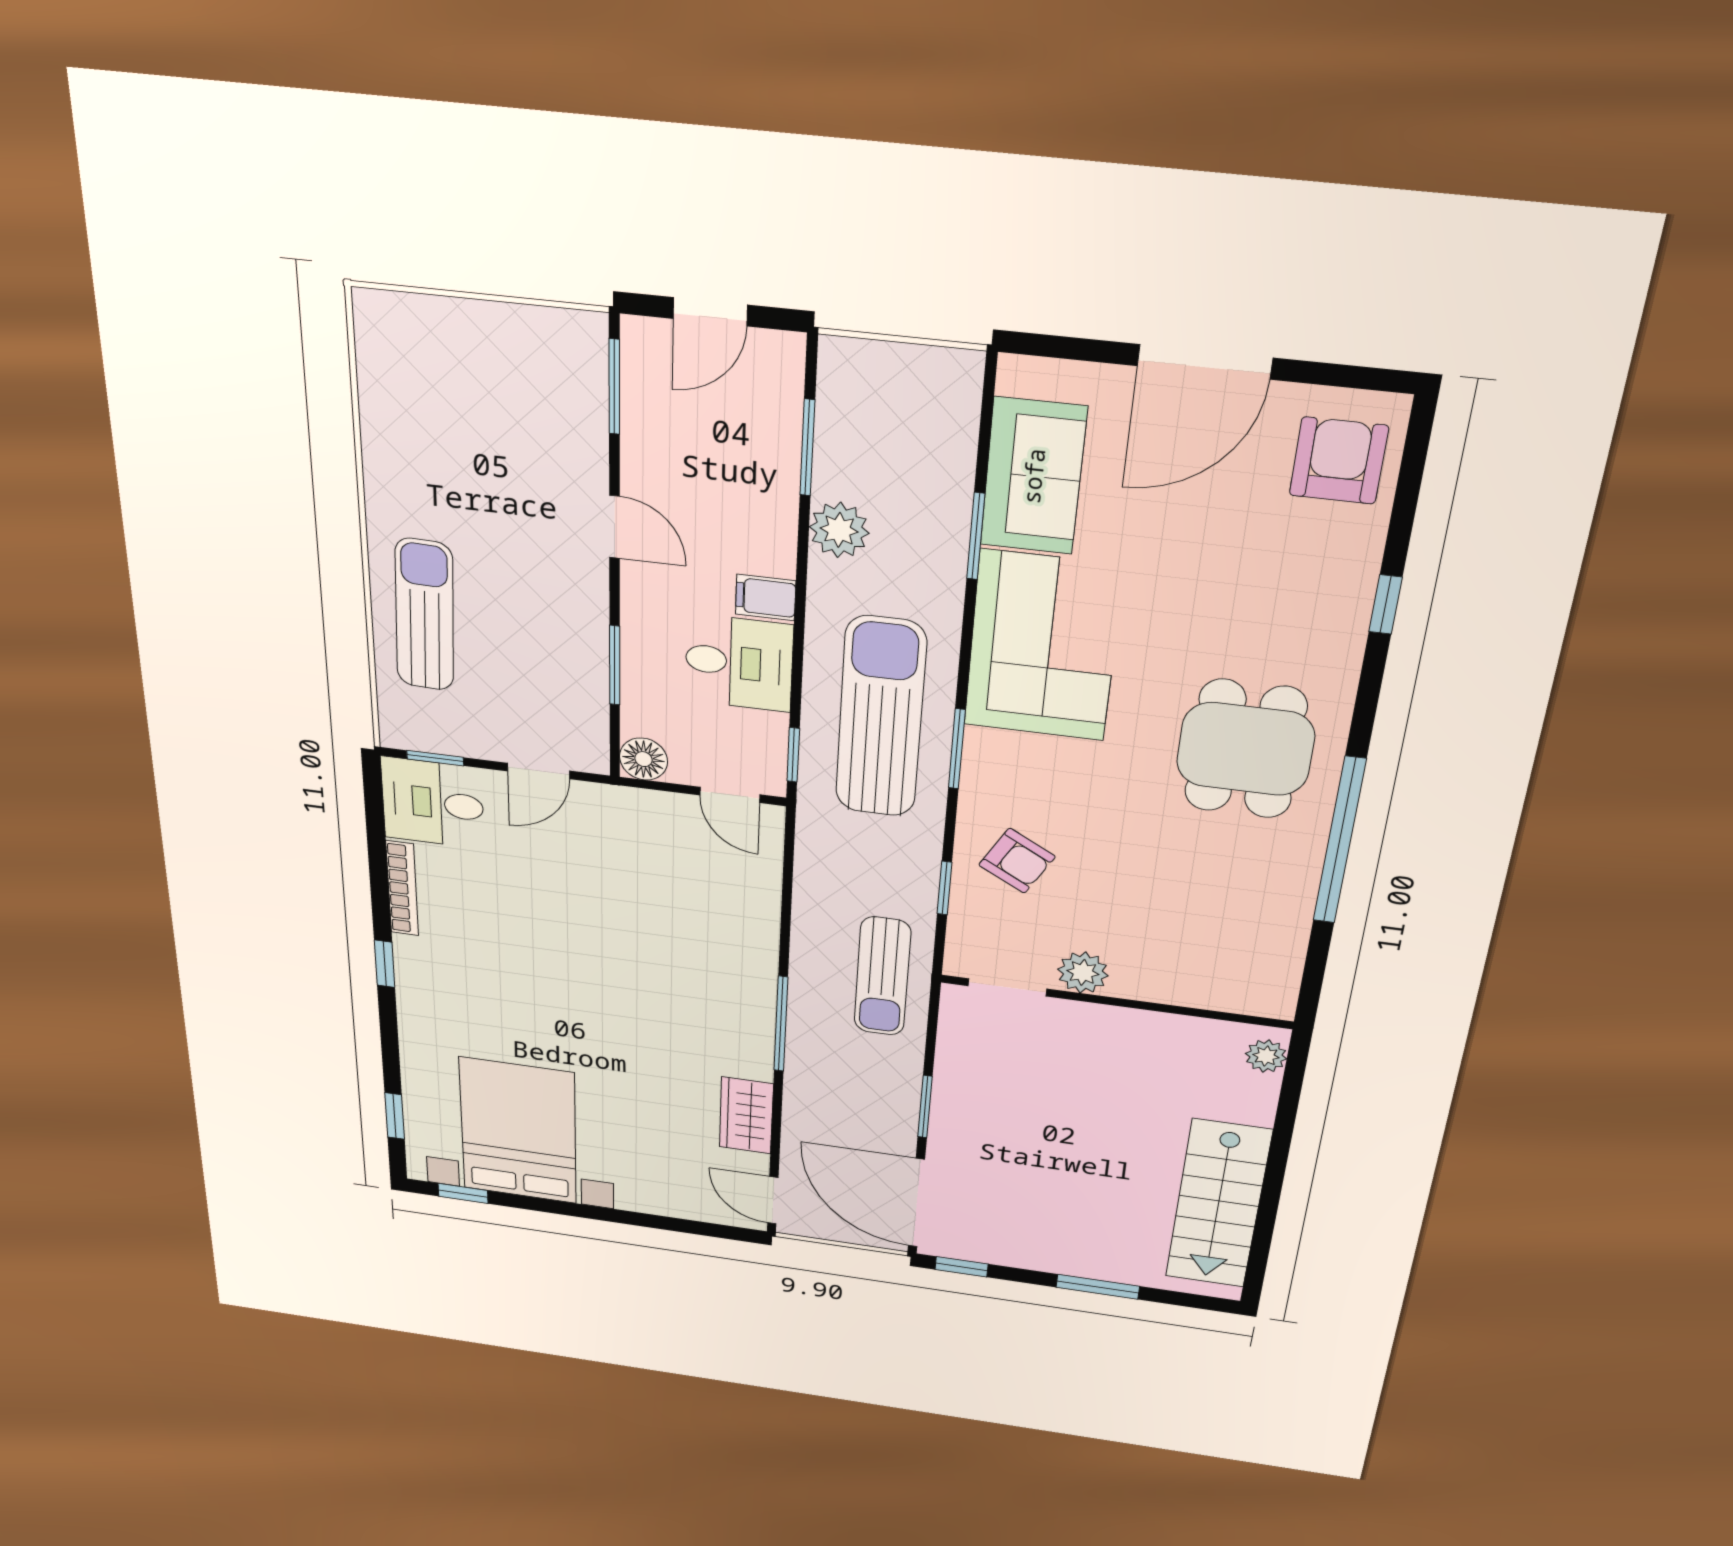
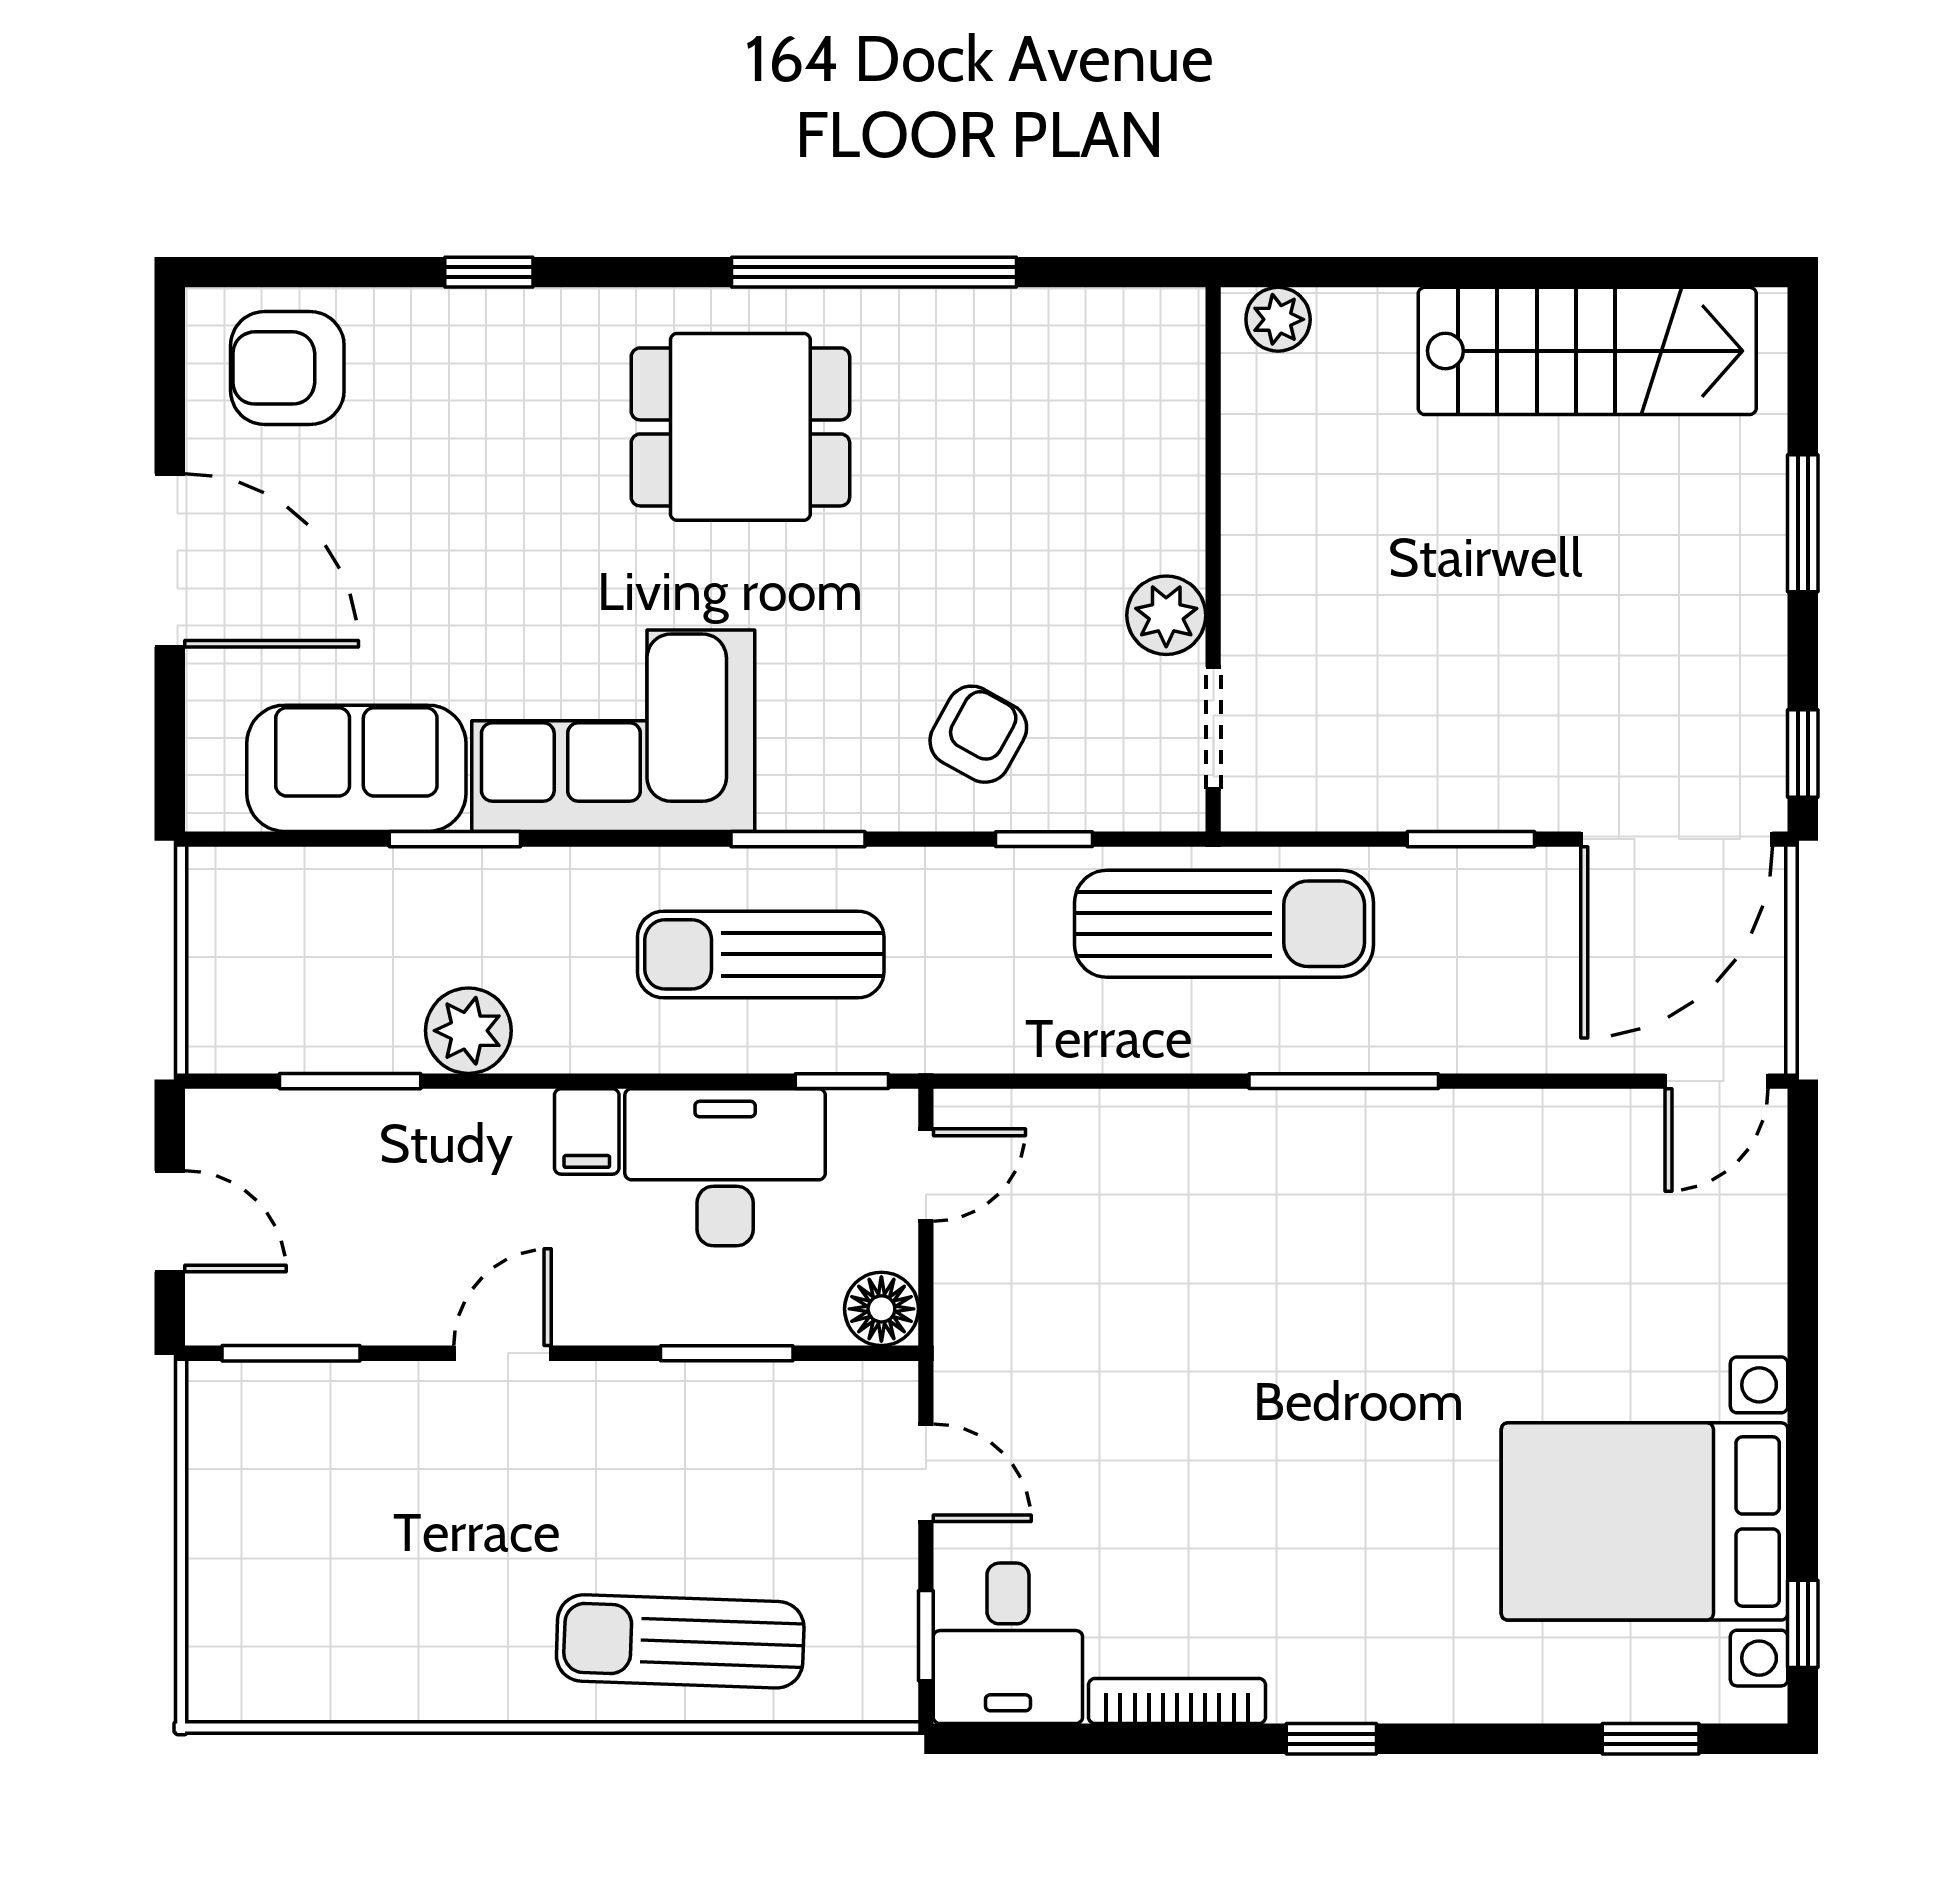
desk: (739, 663) -> (725, 1167), width x1.37
sun lounger: (881, 718) -> (761, 954), width x0.73, depth x0.75
sun lounger: (882, 976) -> (1224, 924), width x1.36, depth x1.34
wardrobe: (746, 1116) -> (1541, 1132), removed

